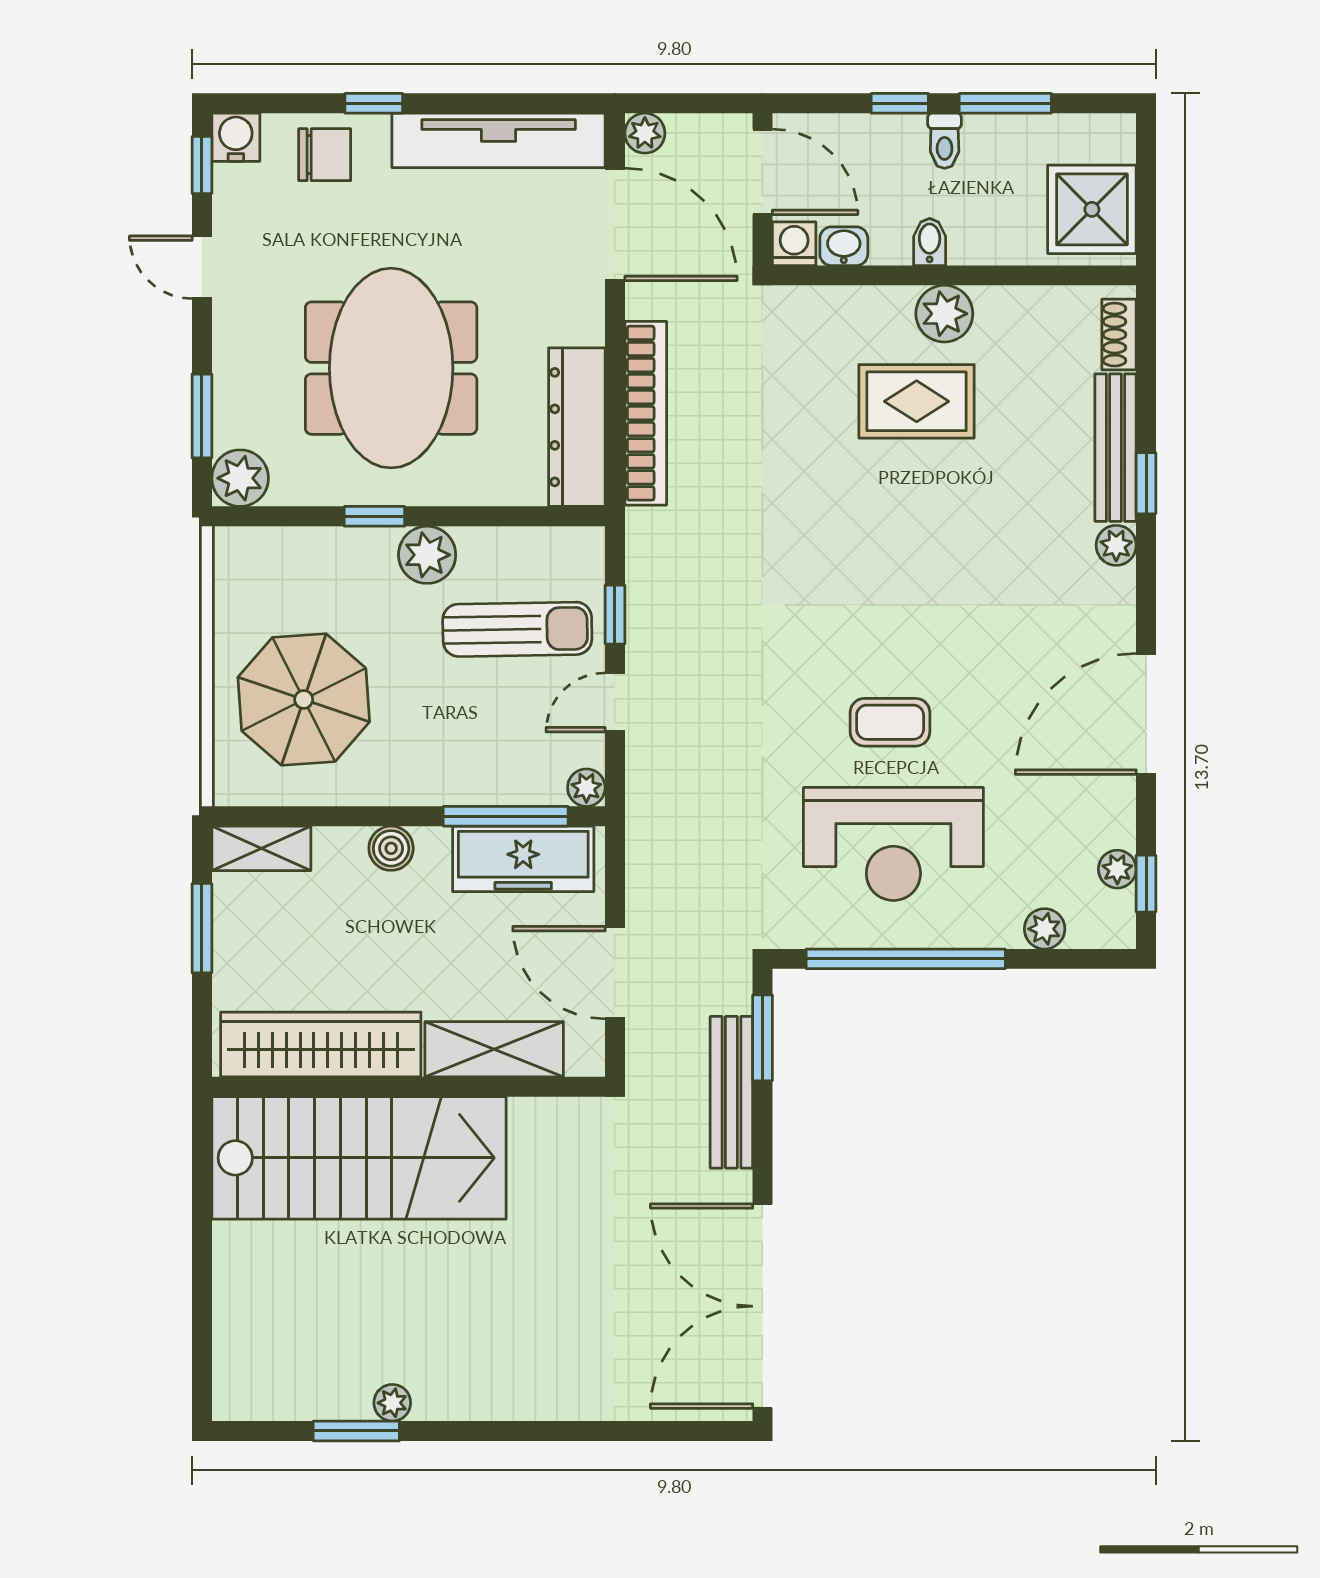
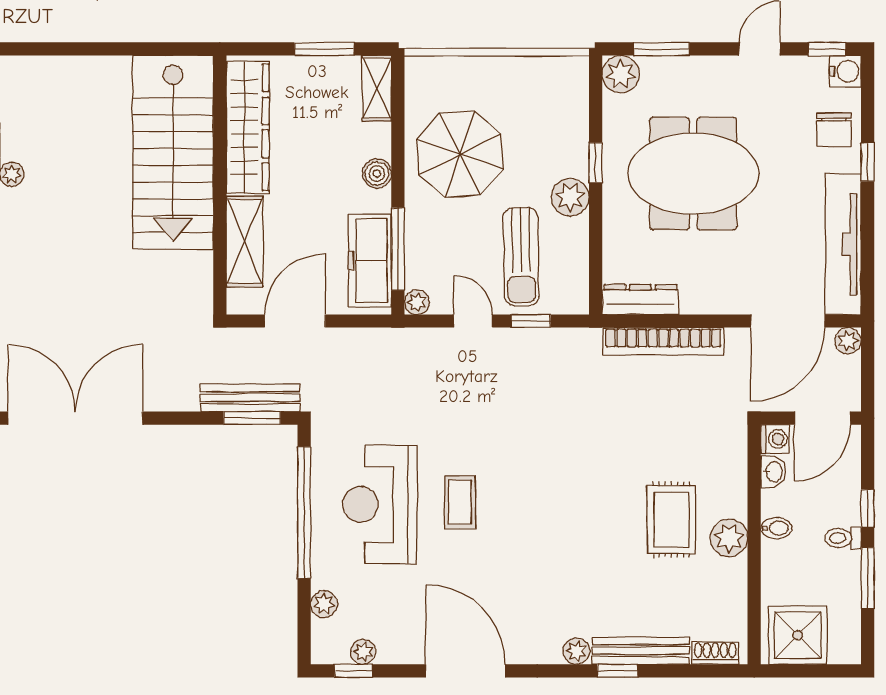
dresser: (577, 427) -> (640, 300), width x0.73, depth x0.80
parasol: (304, 699) -> (460, 154), moved
bench: (731, 1092) -> (250, 398), moved

